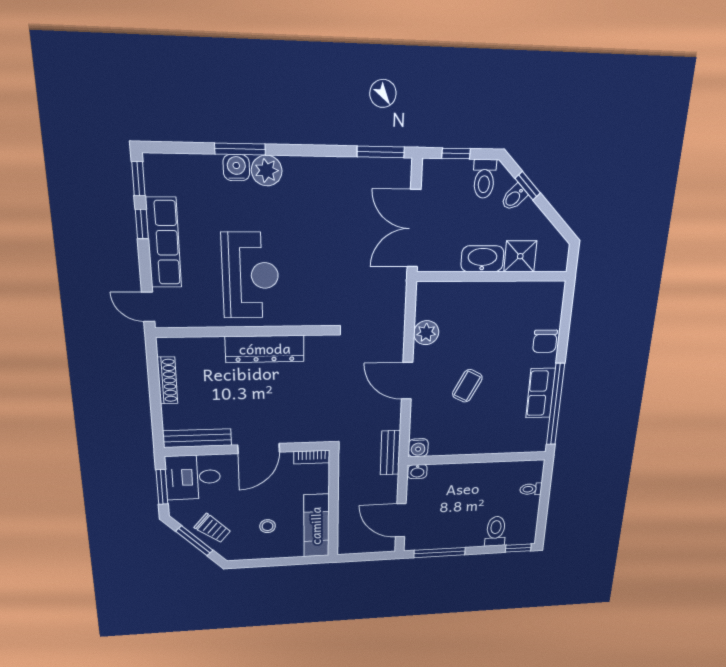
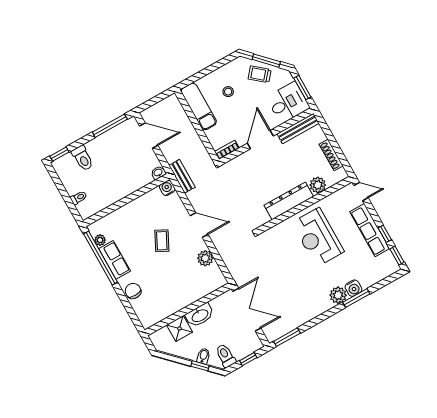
plant: (210, 349) -> (318, 185), added
plant: (541, 427) -> (100, 240), added

